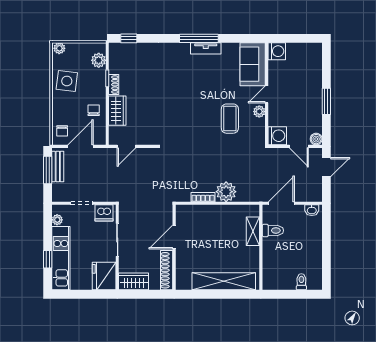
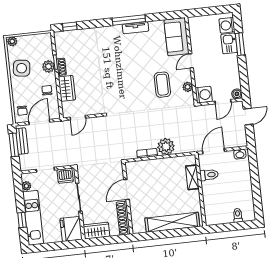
washing machine: (277, 51) -> (227, 25), moved, turned 180
plant: (99, 60) -> (48, 66), moved
kitchen sink: (314, 79) -> (229, 43), added
window: (326, 101) -> (240, 44), moved
plant: (259, 112) -> (188, 87), moved
door: (299, 146) -> (223, 102), hinge flipped

